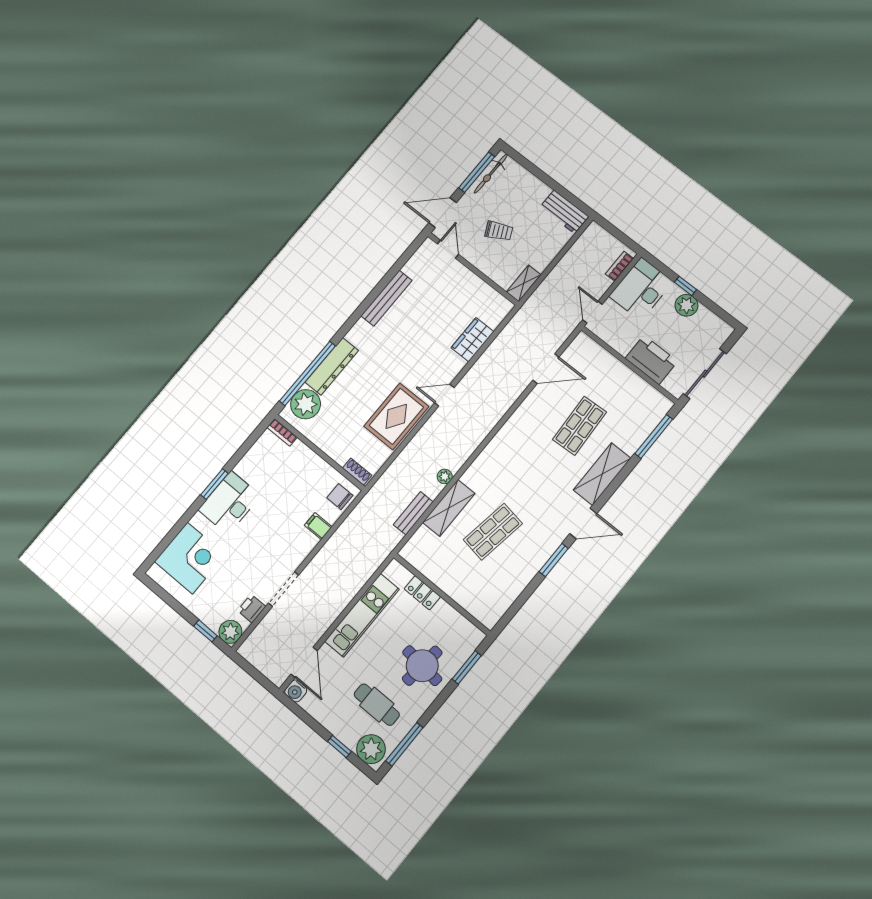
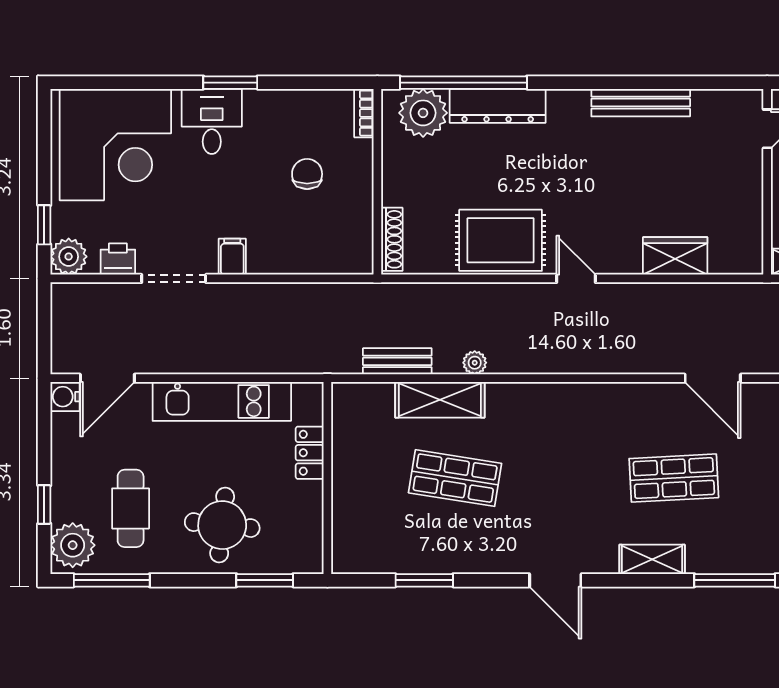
shoe rack: (357, 472) -> (392, 239), width x1.43
shelving: (602, 474) -> (652, 559), width x0.67, depth x0.75
chair: (340, 497) -> (307, 174), moved
desk: (230, 503) -> (212, 121), width x0.73
filing cabinet: (318, 526) -> (232, 257), moved
corner desk: (190, 558) -> (115, 145), width x1.36, depth x1.36
window: (554, 560) -> (424, 580), moved

